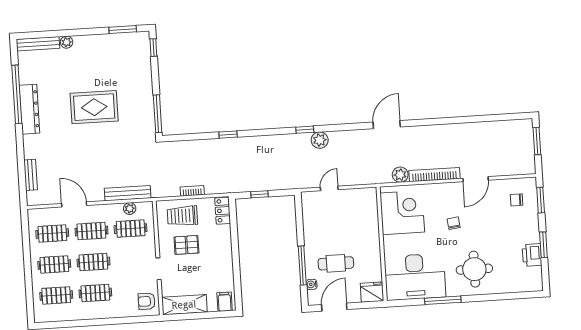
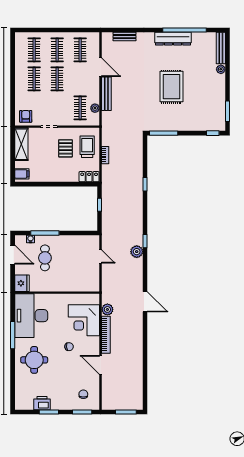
bench: (128, 193) -> (106, 94), moved
door: (74, 204) -> (101, 67), hinge flipped
corner desk: (402, 213) -> (84, 320), moved, turned 90
clothes rail: (91, 231) -> (80, 79), removed

